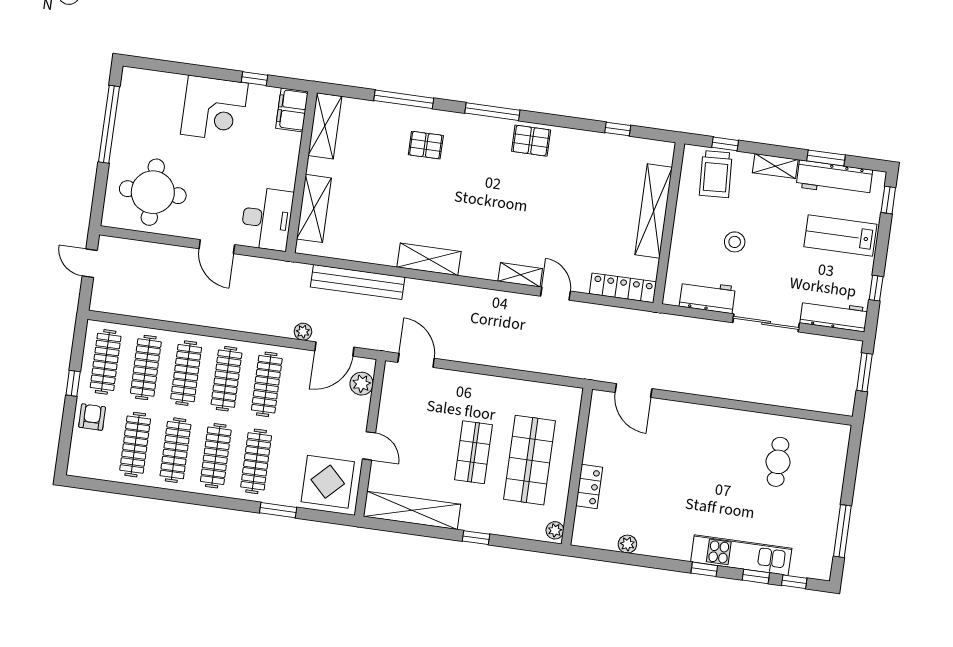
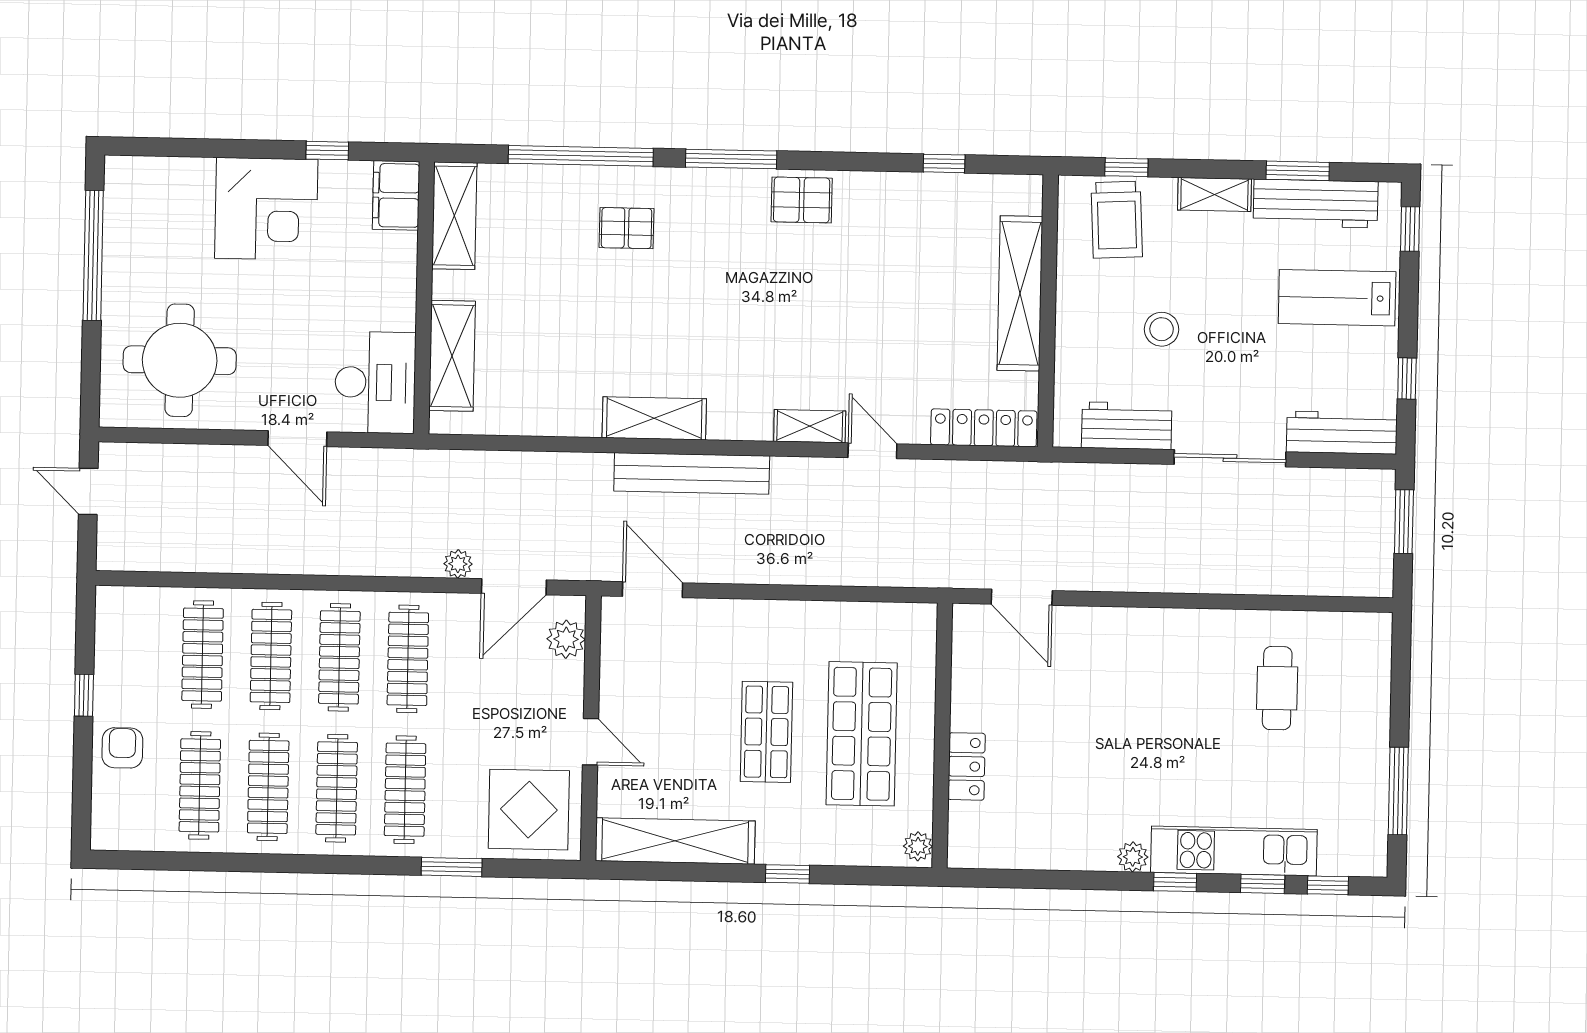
window: (404, 99) -> (581, 156), width x1.46
bench: (358, 282) -> (692, 473), moved
clothes rail: (106, 362) -> (134, 653), removed
plant: (627, 544) -> (1133, 857), moved

